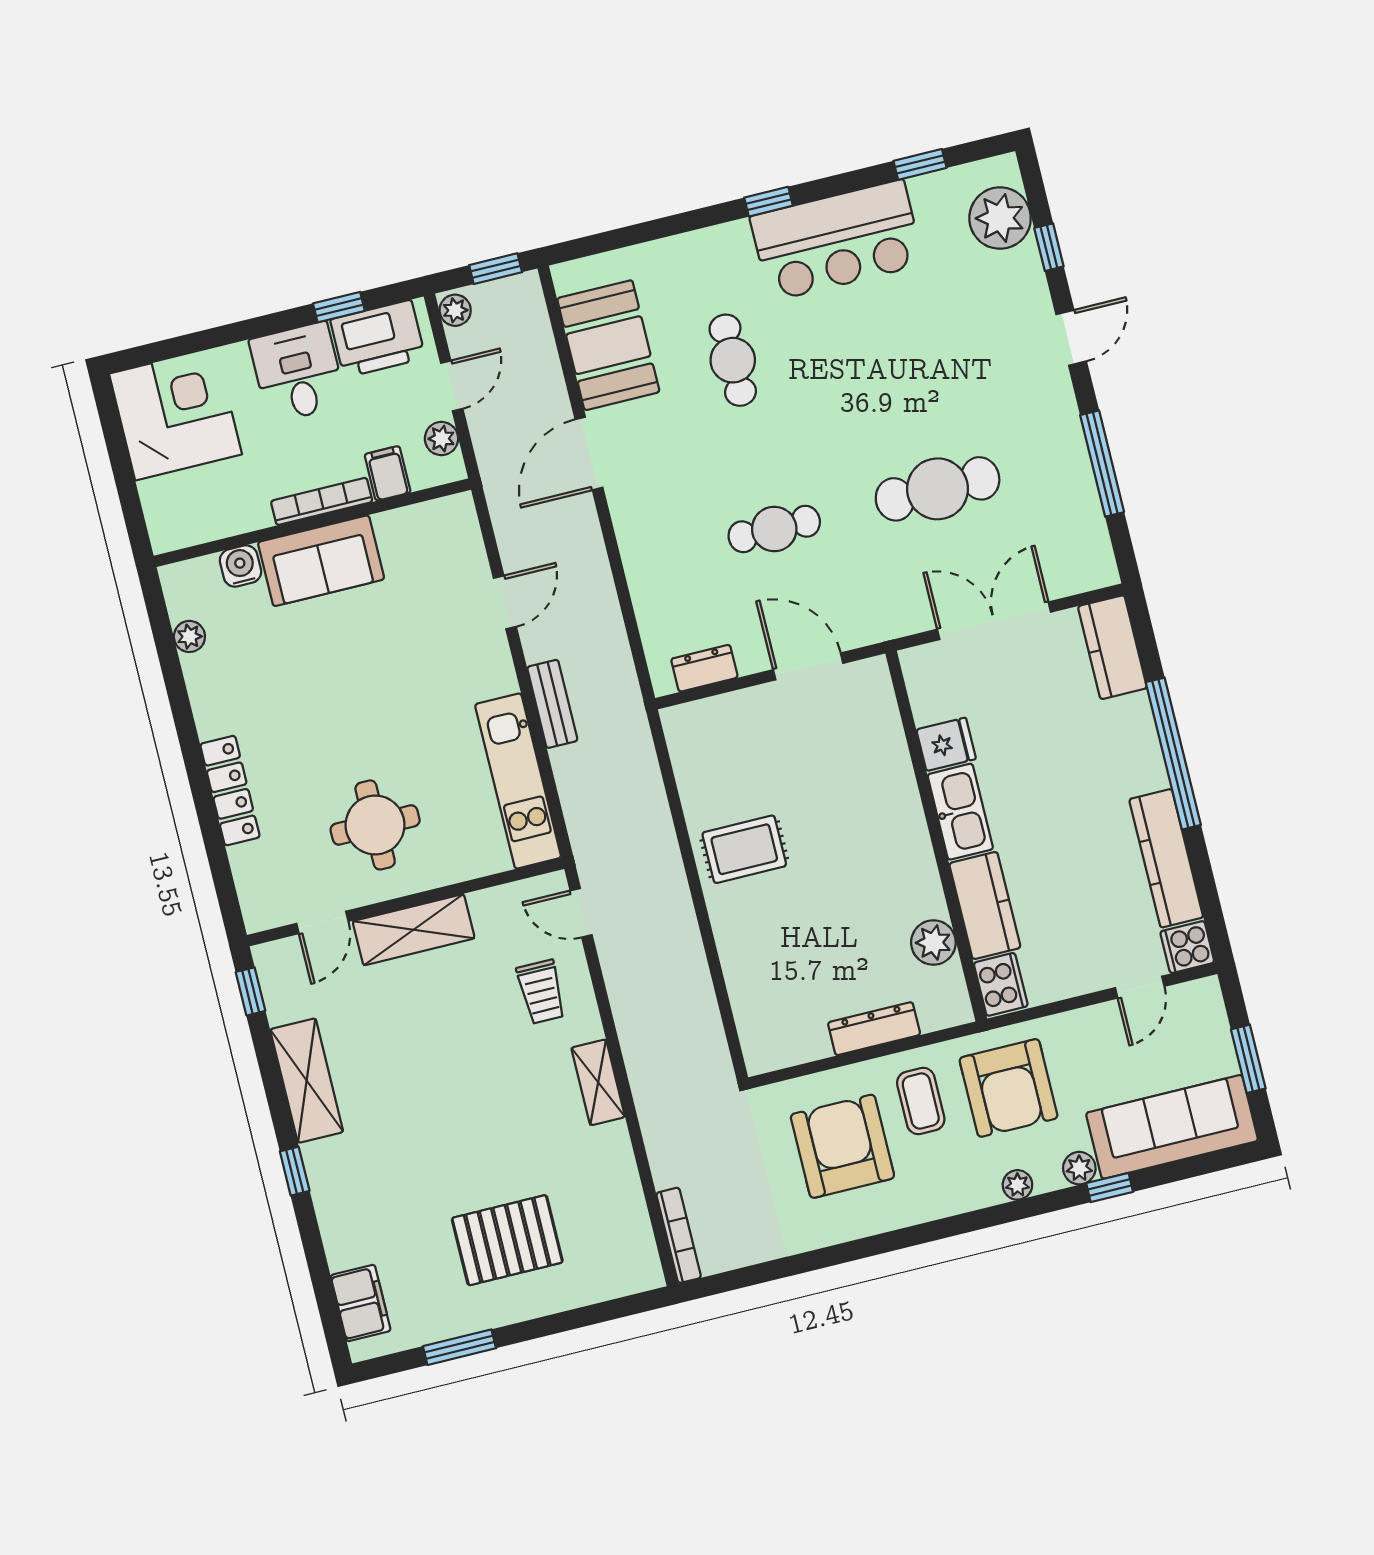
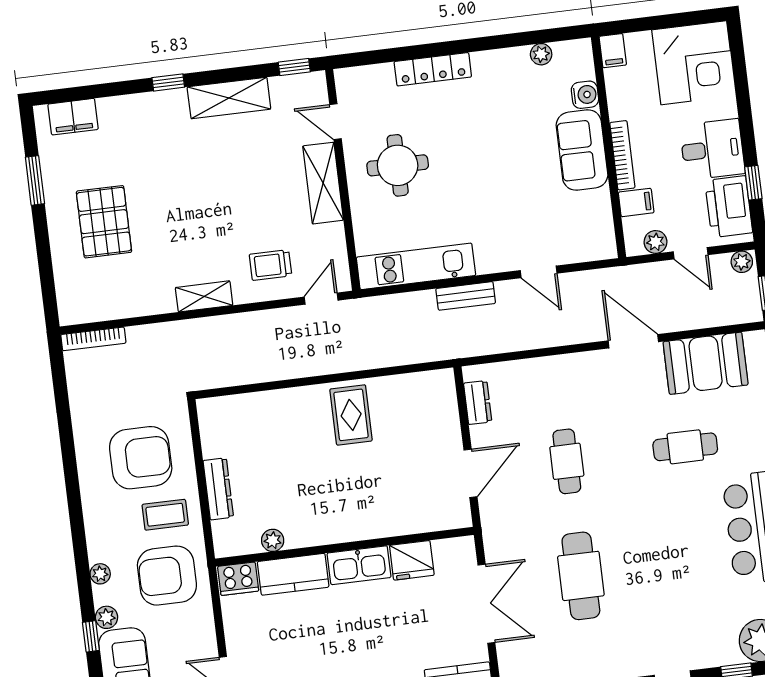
filing cabinet: (172, 533) -> (613, 51), added
fridge: (946, 744) -> (412, 560), width x1.38
plant: (933, 943) -> (273, 540), width x0.73, depth x0.73

